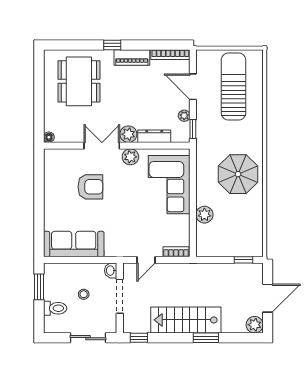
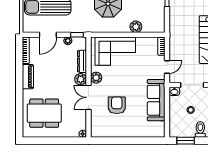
window: (112, 45) -> (19, 90), removed
sofa: (74, 244) -> (156, 100), moved
door: (146, 260) -> (167, 67), hinge flipped

